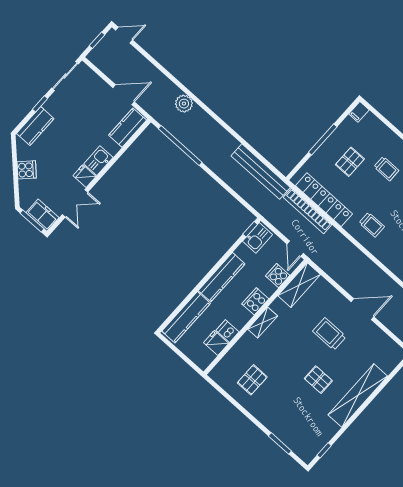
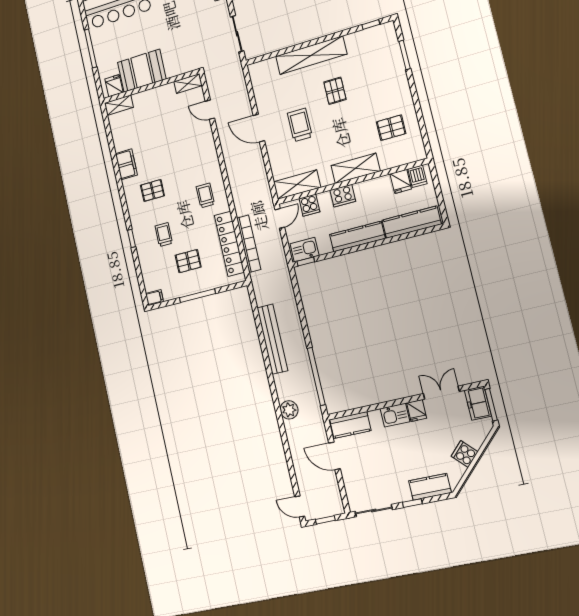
bench: (261, 172) -> (272, 339), moved
shelving: (263, 322) -> (356, 168), width x1.50, depth x1.33
dishwasher: (227, 331) -> (417, 176), moved
trolley: (329, 334) -> (300, 125), turned 180

